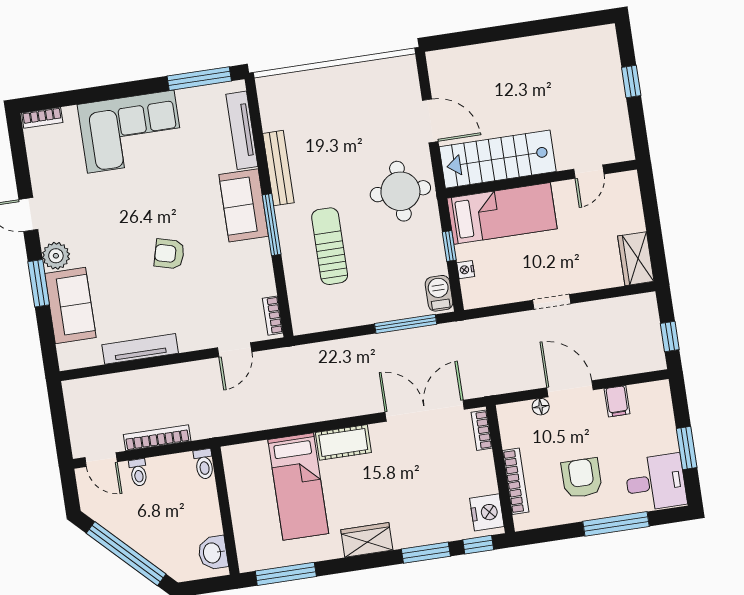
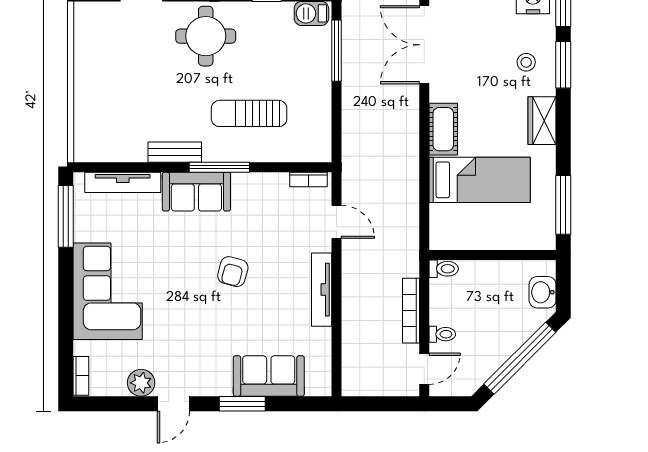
bench: (278, 168) -> (175, 152), width x0.73
plant: (56, 256) -> (141, 383), moved
tv unit: (140, 349) -> (322, 290), moved
stool: (423, 515) -> (526, 62), added
washbasin: (213, 553) -> (543, 292), moved, turned 90

